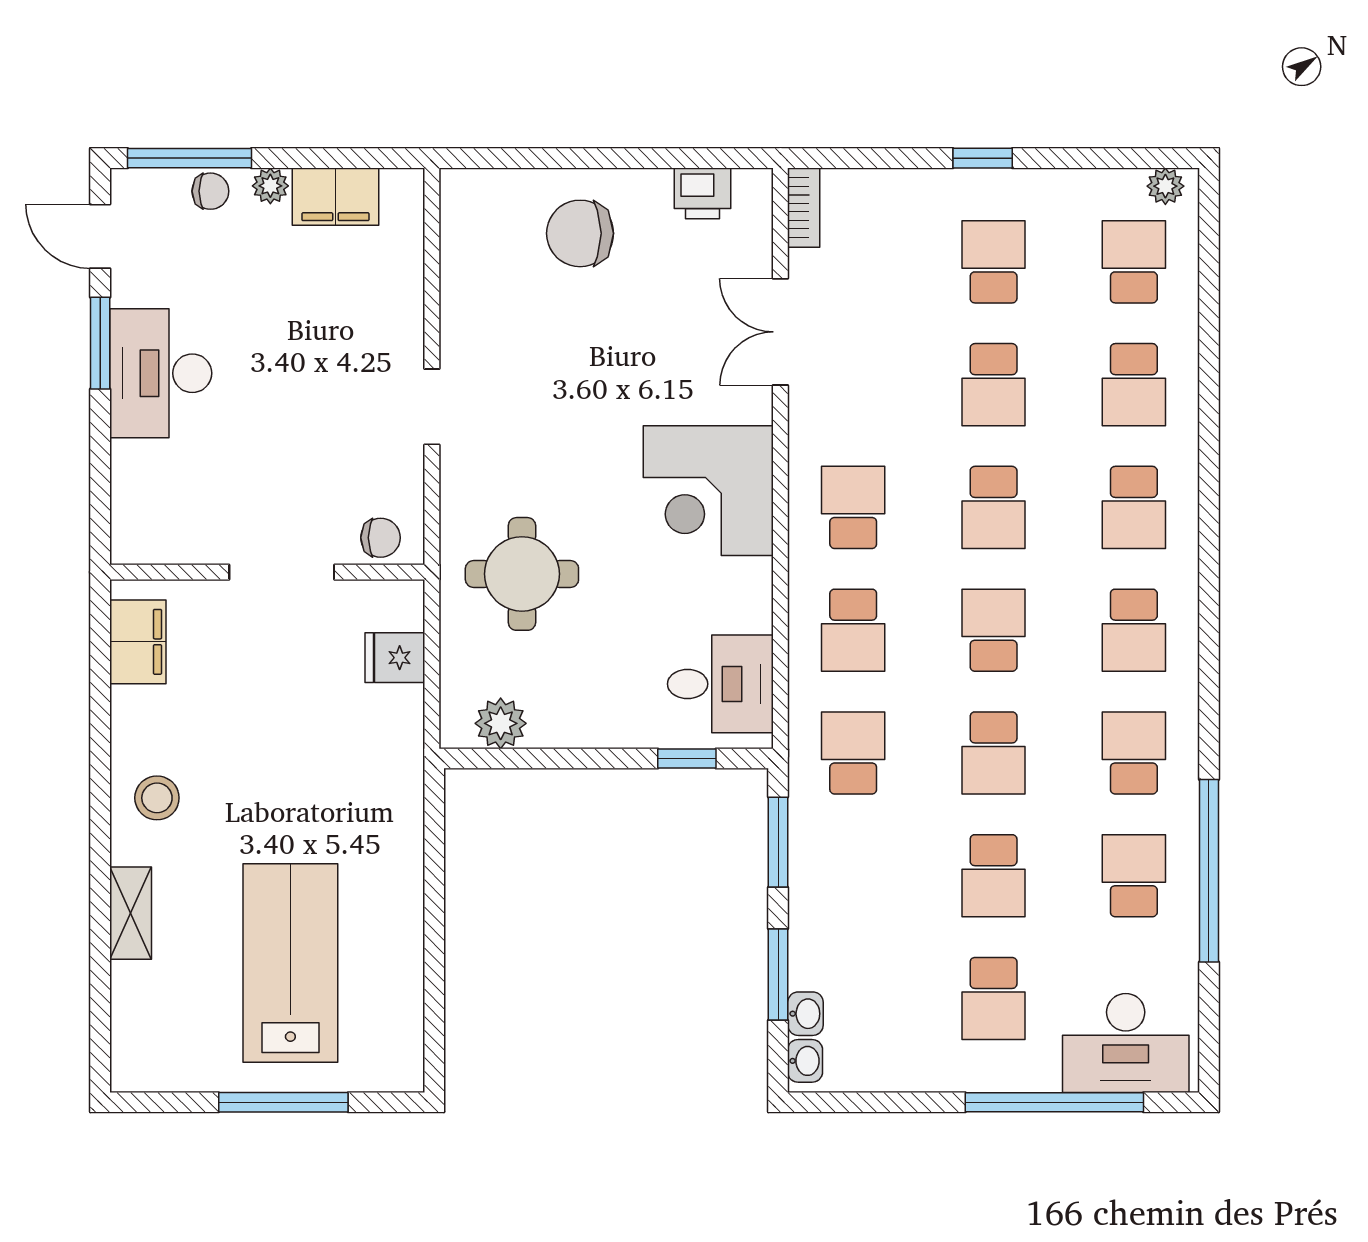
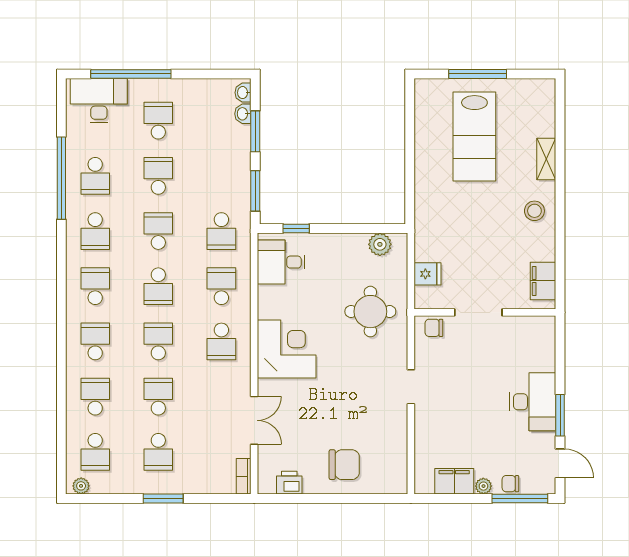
window: (983, 158) -> (163, 499), width x1.50

